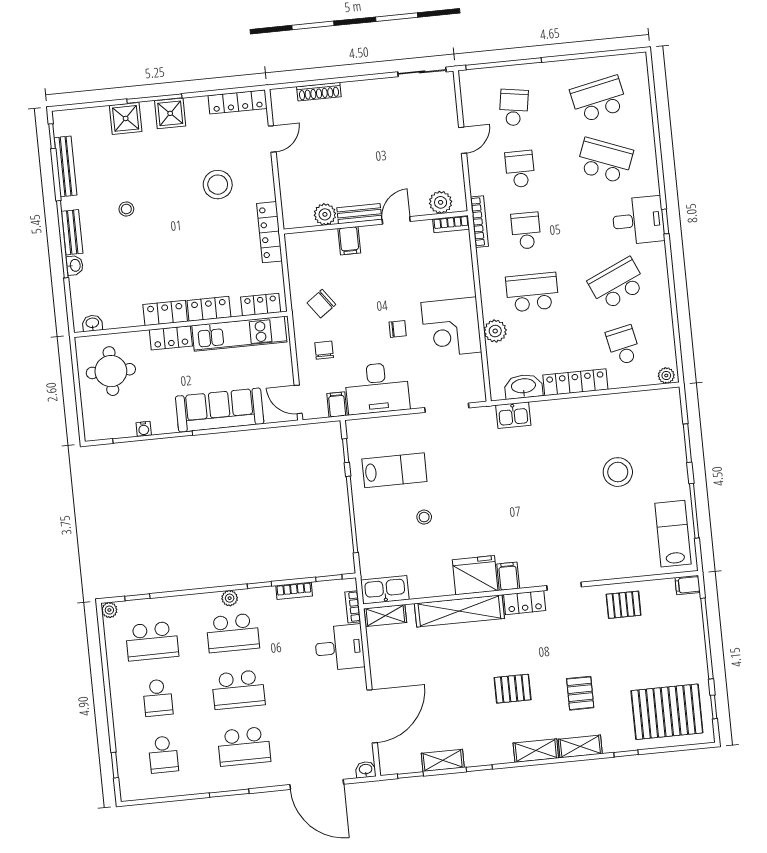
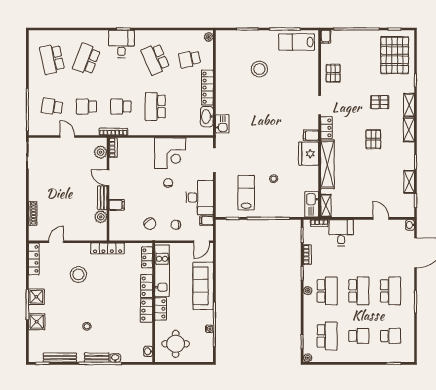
door: (272, 139) -> (56, 242), hinge flipped
plant: (495, 331) -> (175, 129), removed
door: (372, 716) -> (381, 218), width x0.53

